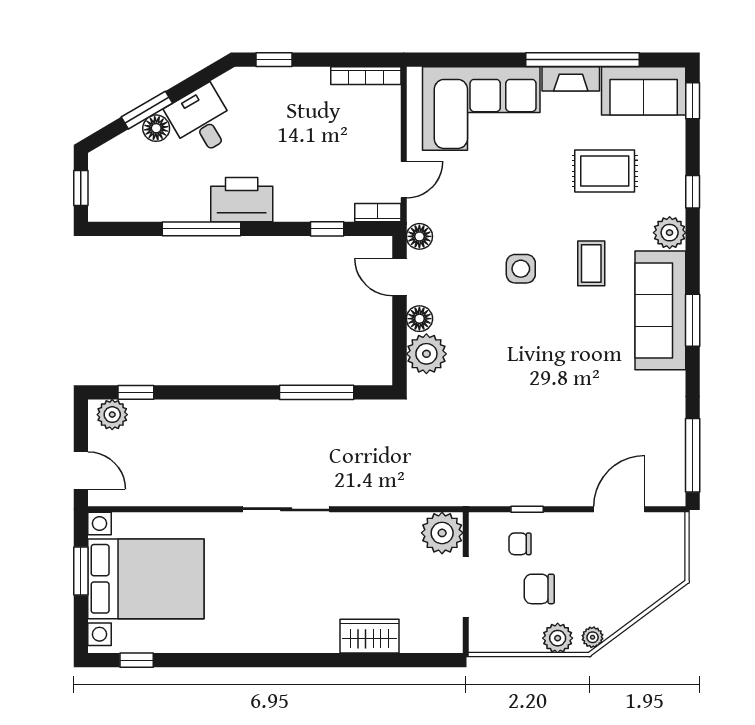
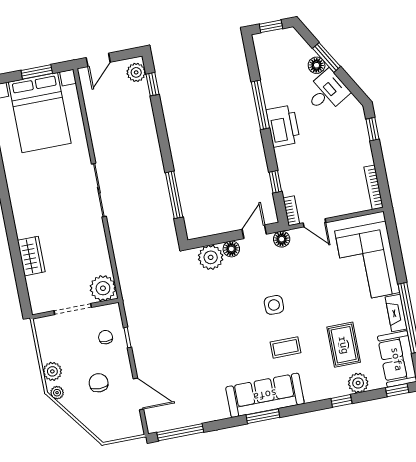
plant: (670, 233) -> (358, 383), moved
chair: (539, 589) -> (99, 383), moved

